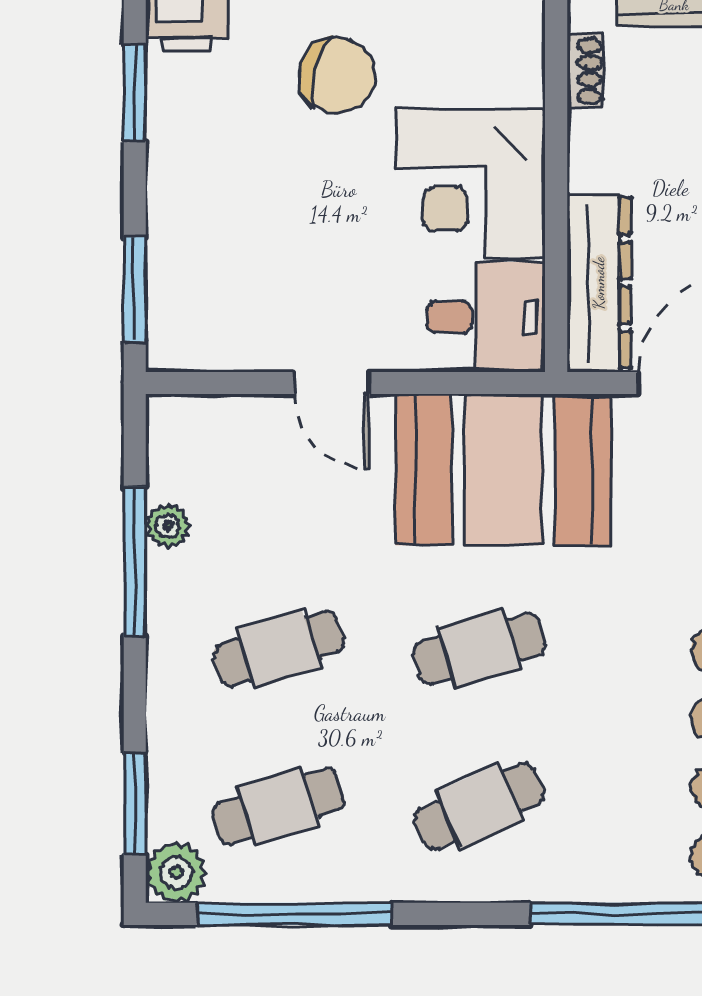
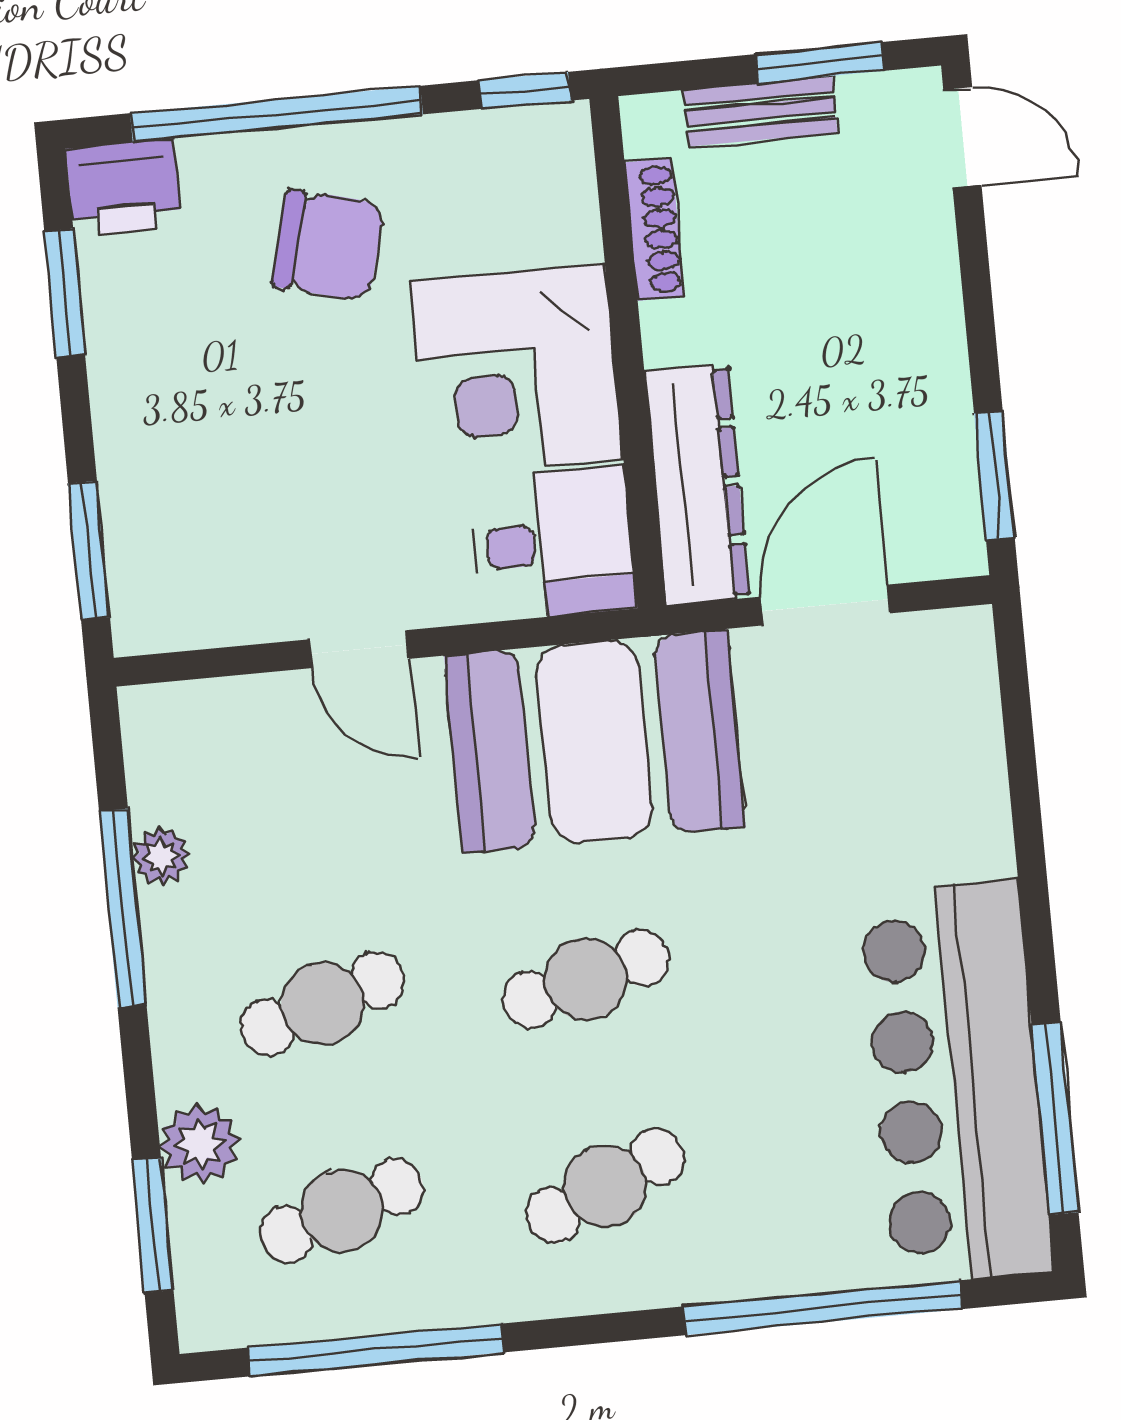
shoe rack: (585, 71) -> (655, 229), width x1.43
plant: (176, 872) -> (200, 1144), moved

